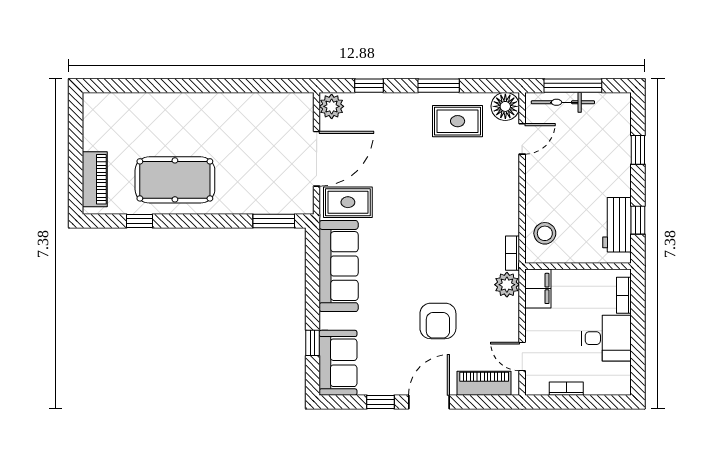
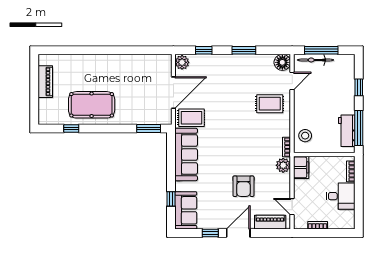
rug: (458, 121) -> (270, 104), moved
piano: (95, 179) -> (45, 82), moved
window: (638, 220) -> (359, 128), width x2.17

